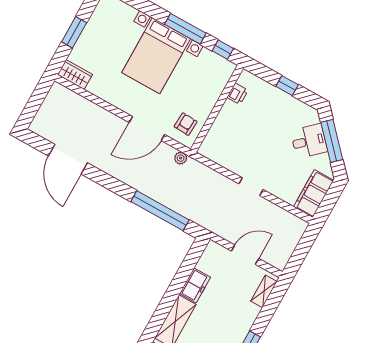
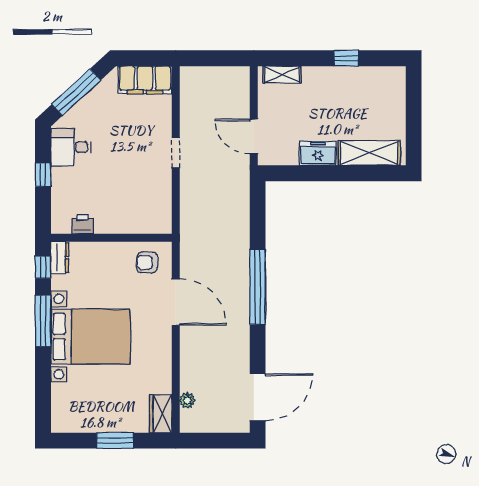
dresser: (223, 65) -> (60, 258), added
desk: (309, 141) -> (71, 147), moved, turned -47
plant: (181, 158) -> (187, 400), moved
door: (68, 159) -> (258, 397), moved
window: (160, 211) -> (258, 287), moved
door: (245, 255) -> (254, 137), moved

